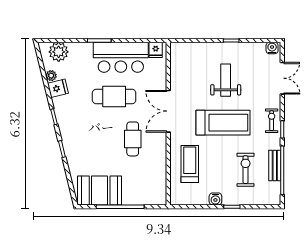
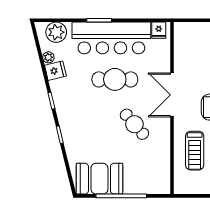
bar counter: (121, 57) -> (111, 38), width x1.36
cafe table: (133, 139) -> (134, 124), turned -41
treadmill: (190, 164) -> (195, 151), turned 180

